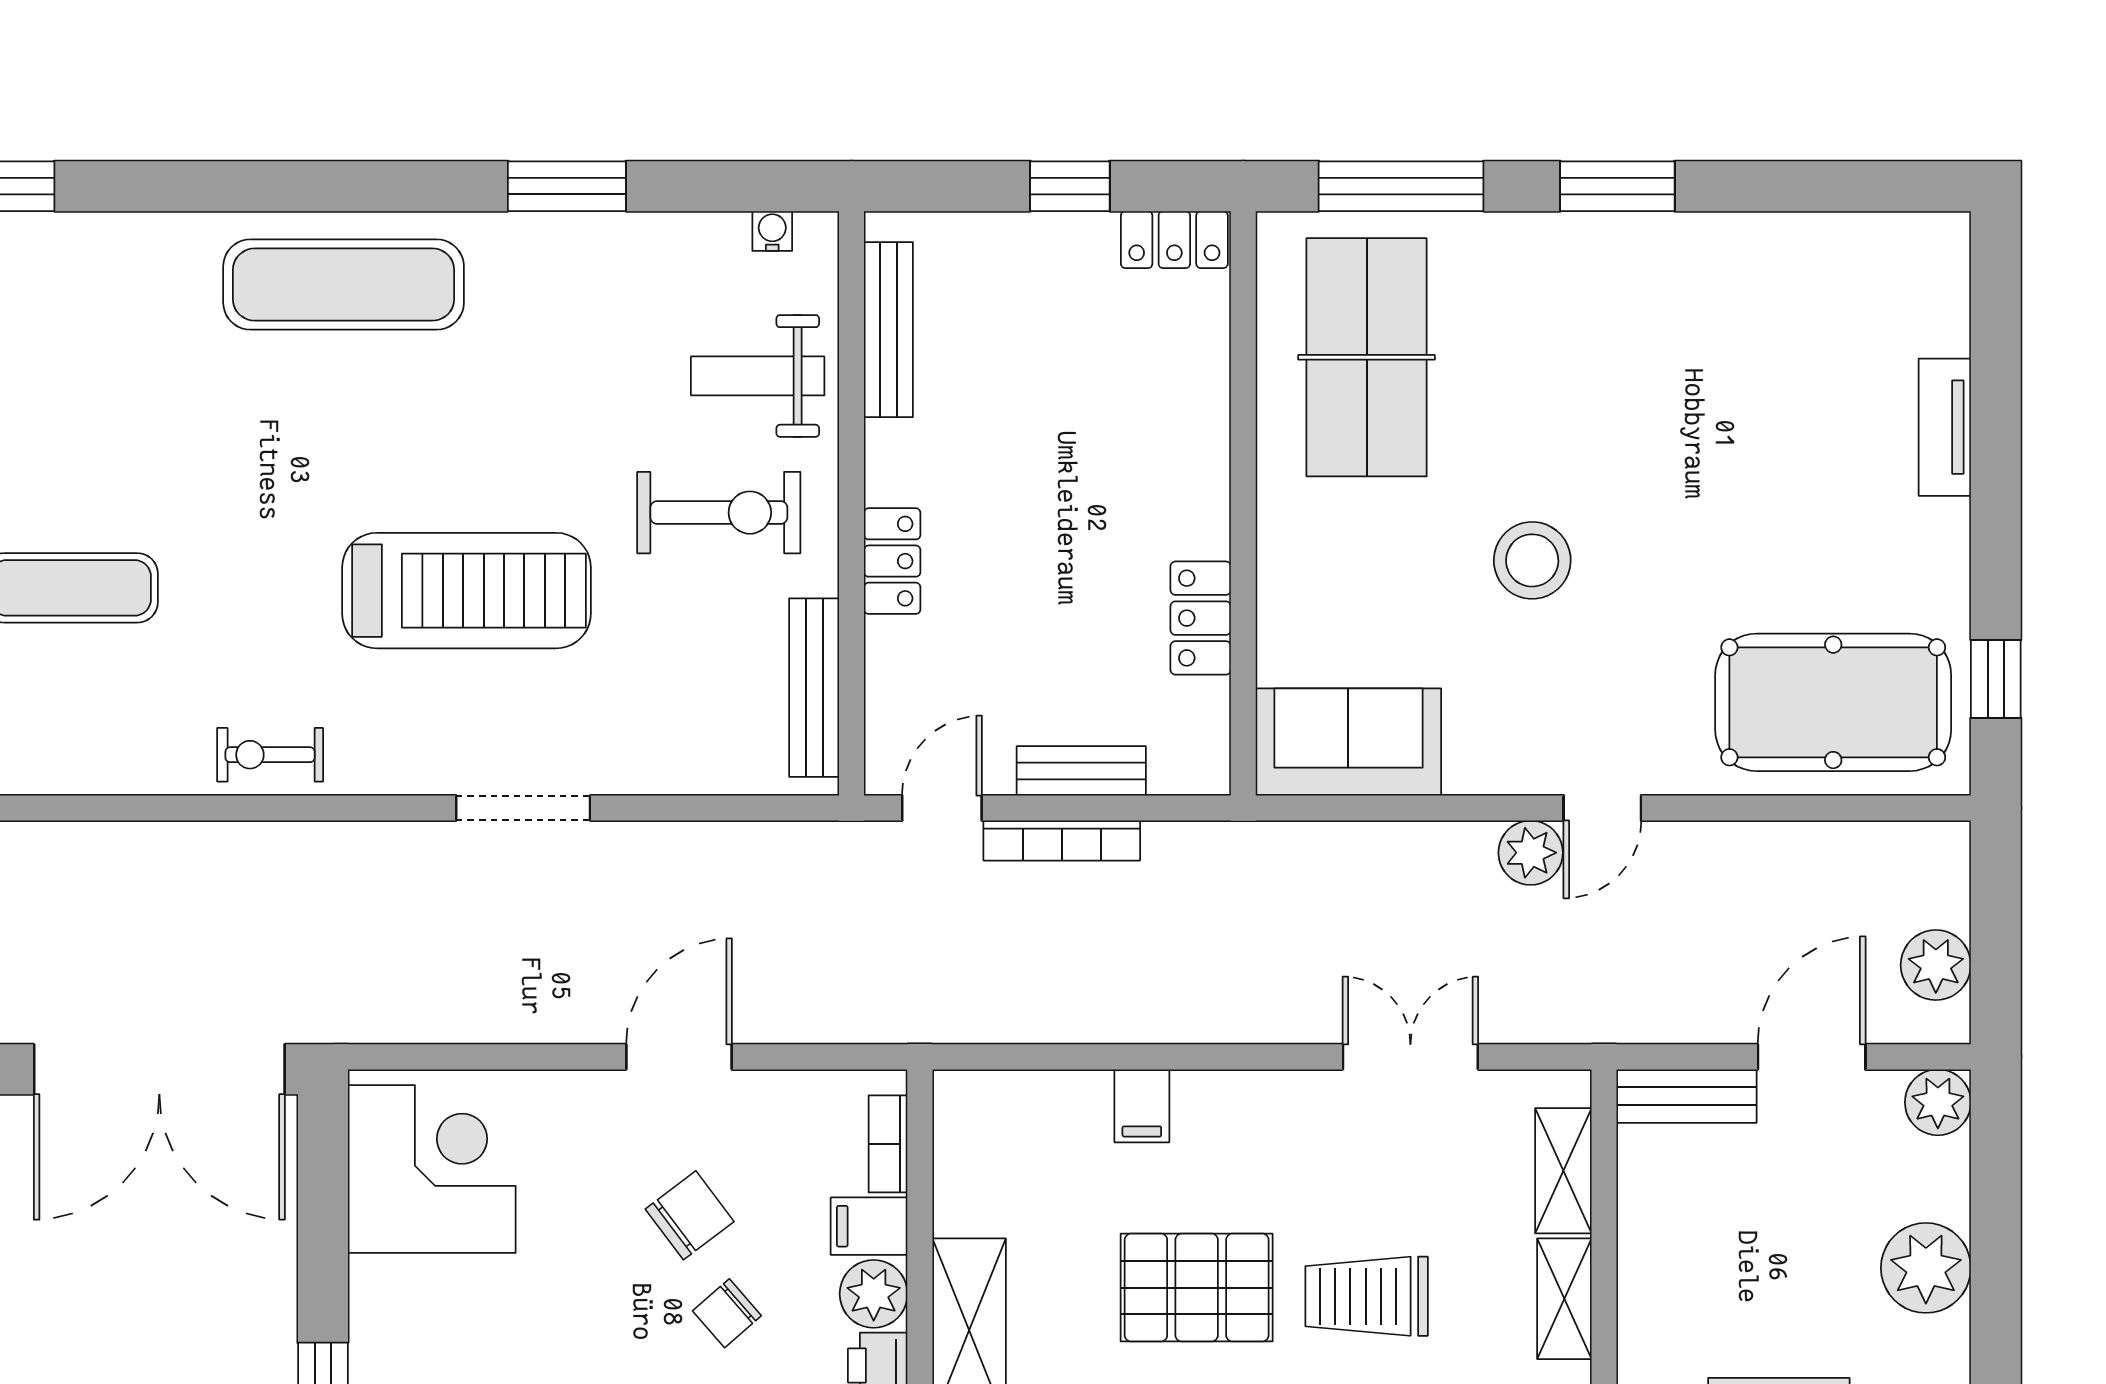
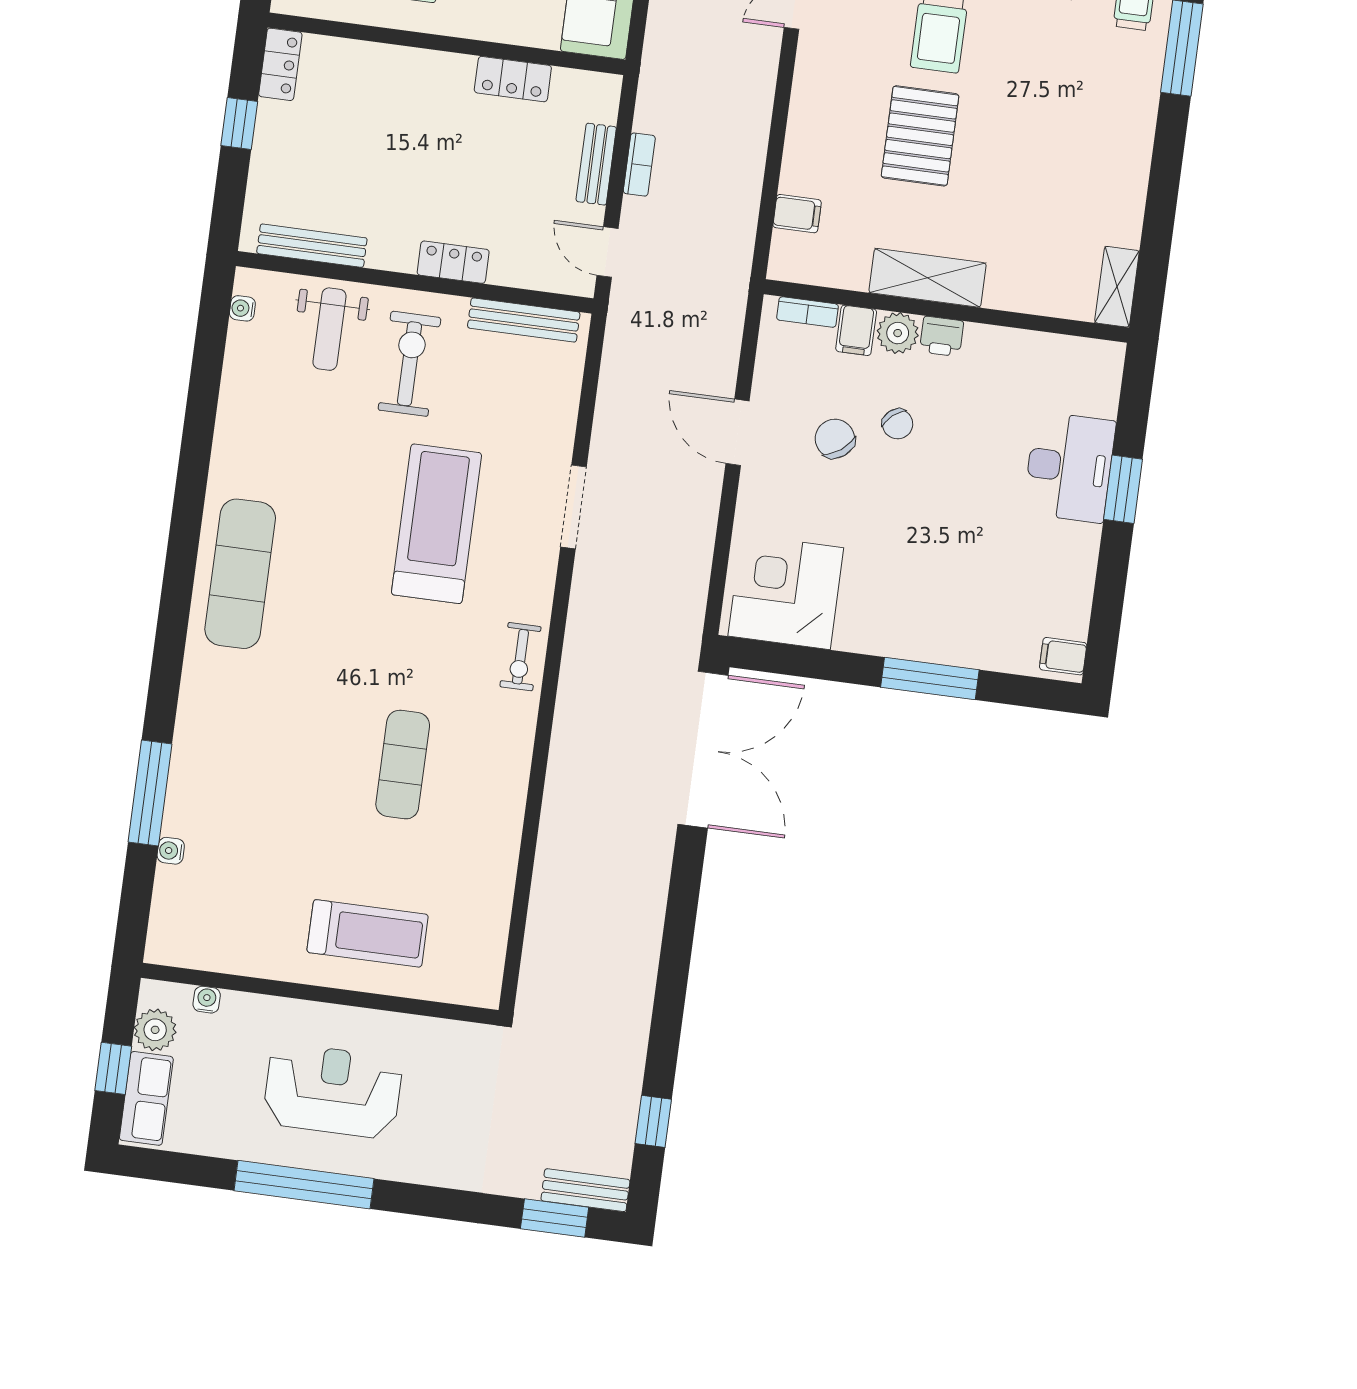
window: (567, 186) -> (198, 430), removed
bookcase: (1062, 841) -> (639, 165), width x0.64
filing cabinet: (1142, 1106) -> (797, 214), moved

